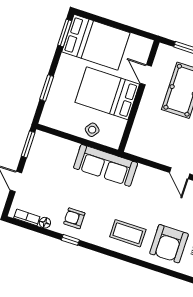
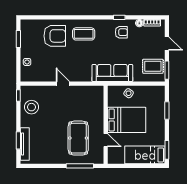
bed: (96, 42) -> (145, 155), width x0.67
rug: (46, 156) -> (153, 66), added
armchair: (169, 244) -> (55, 36), turned 90

